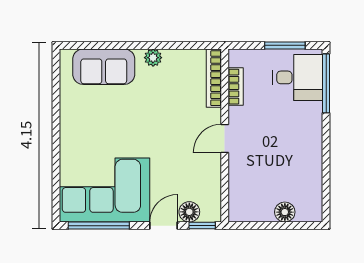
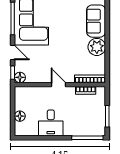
plant: (153, 58) -> (97, 47), width x1.87, depth x1.87
desk: (298, 77) -> (51, 123), moved
floor lamp: (189, 212) -> (20, 77), moved

